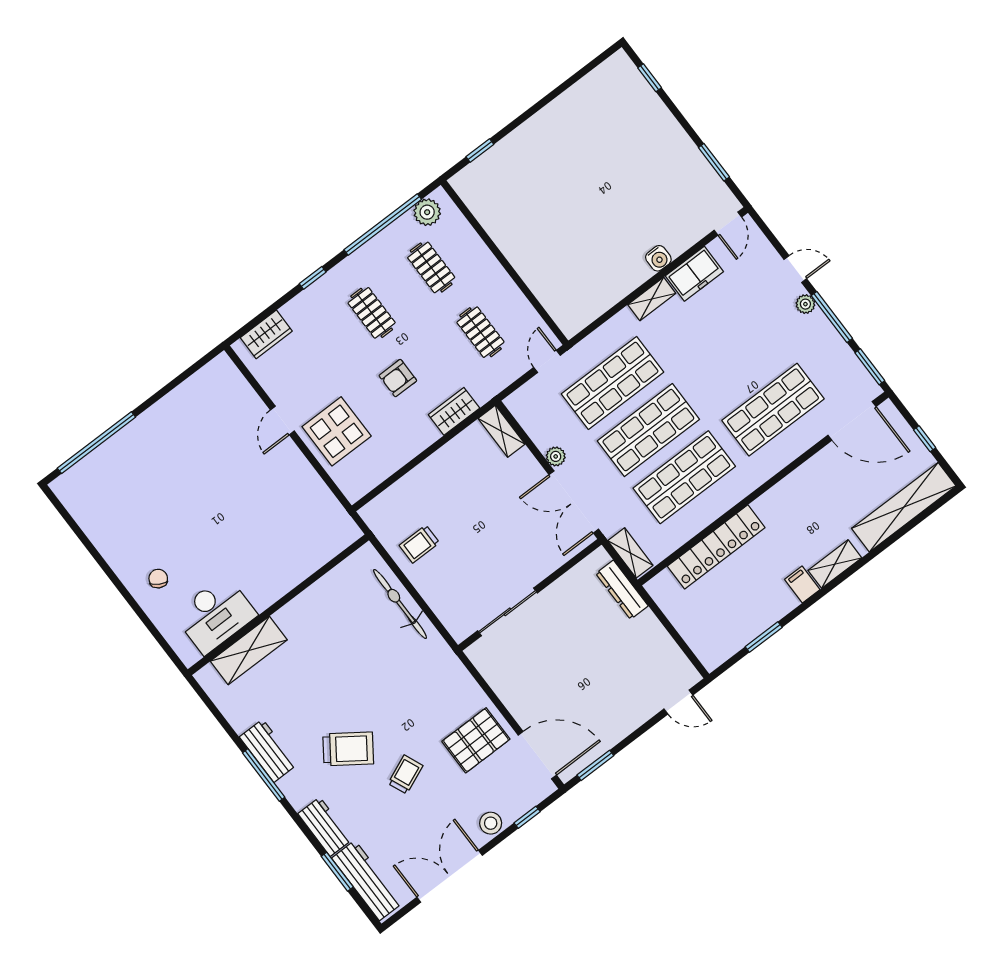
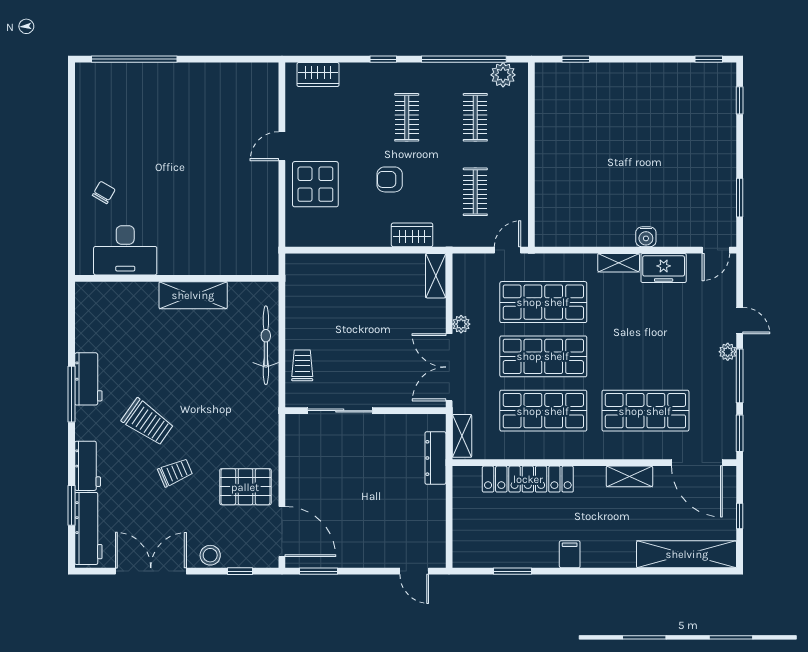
window: (595, 62) -> (709, 59), added
trolley: (419, 544) -> (302, 365), moved, turned 90
shelving: (835, 564) -> (629, 476), moved
shelving: (249, 651) -> (193, 295), moved

